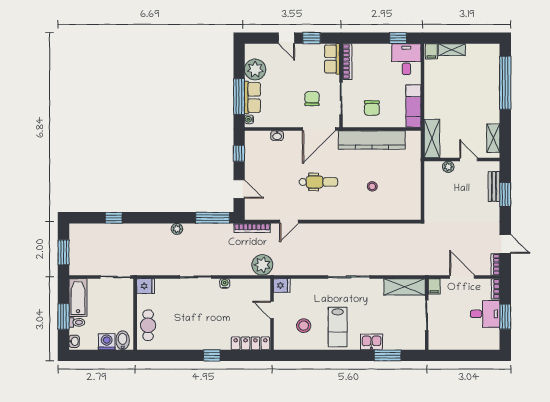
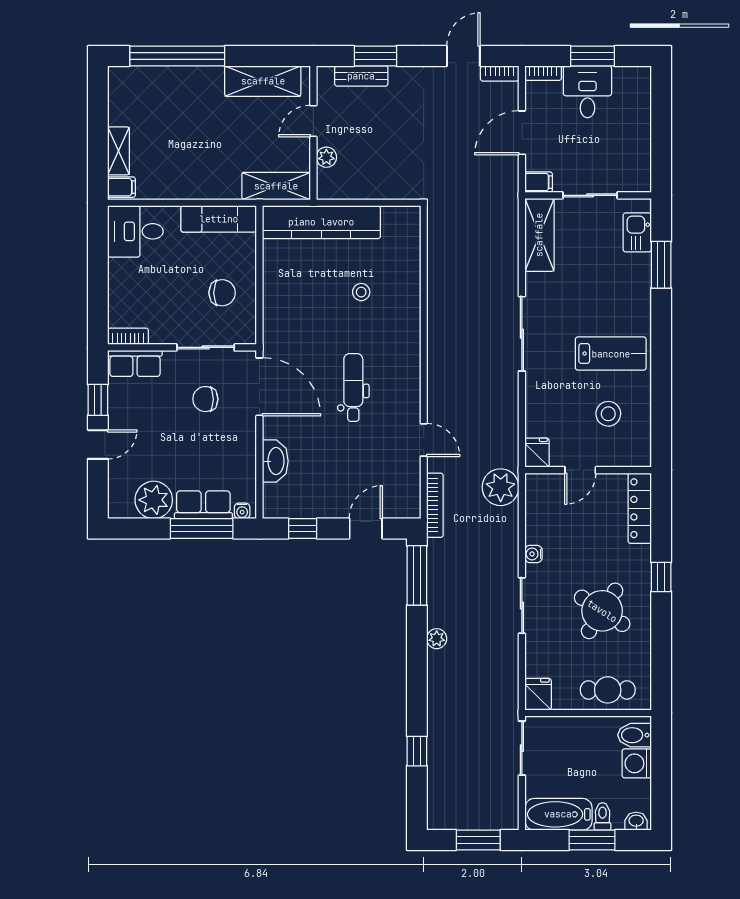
window: (398, 38) -> (98, 246), removed
bookcase: (347, 62) -> (128, 336), width x0.64
washbasin: (277, 136) -> (275, 461), width x1.91, depth x1.45
shelving: (493, 138) -> (263, 81), width x1.50, depth x1.33
kitchen counter: (372, 140) -> (321, 222), moved, turned 90
round table: (193, 322) -> (602, 611), added
kitchen sink: (371, 342) -> (637, 232), moved

